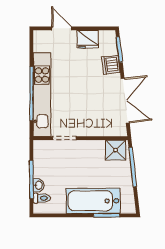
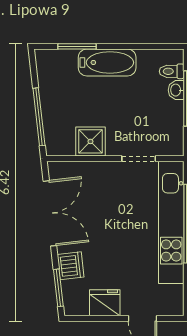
double door: (125, 101) -> (50, 213), swing flipped
shower: (116, 150) -> (90, 141), moved
bathtub: (93, 201) -> (107, 62), width x0.73, depth x0.73

